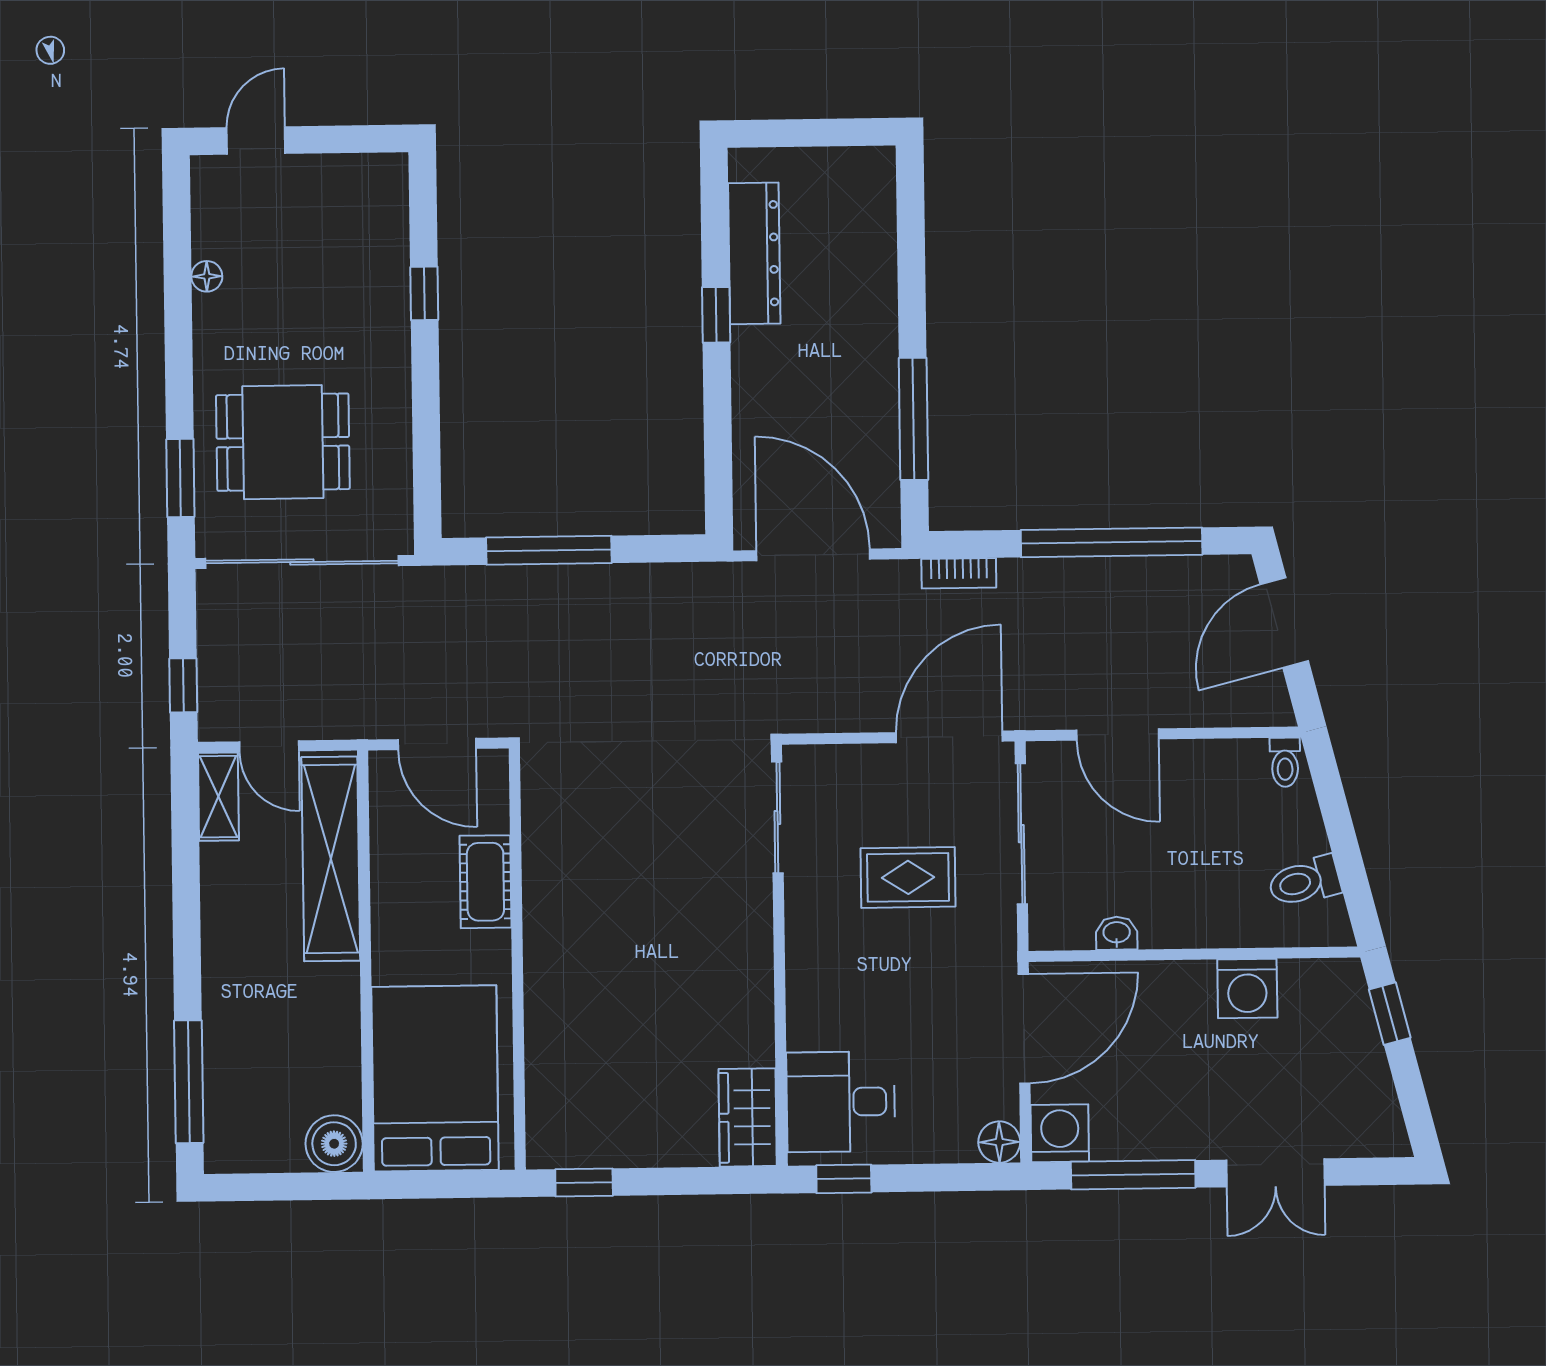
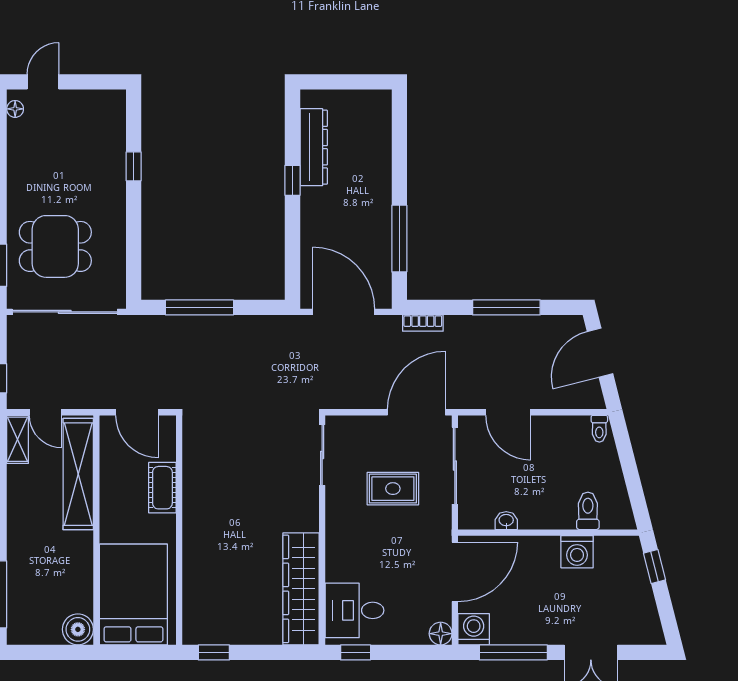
floor lamp: (207, 276) -> (15, 109), moved
window: (1112, 542) -> (506, 307), width x0.68
toilet: (1304, 882) -> (588, 511), moved, turned 104
wardrobe: (748, 1117) -> (301, 589), width x2.10, depth x1.17

